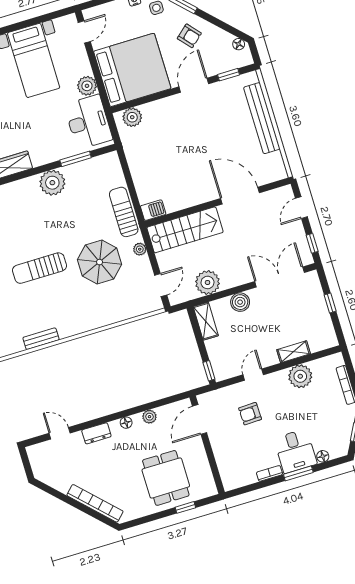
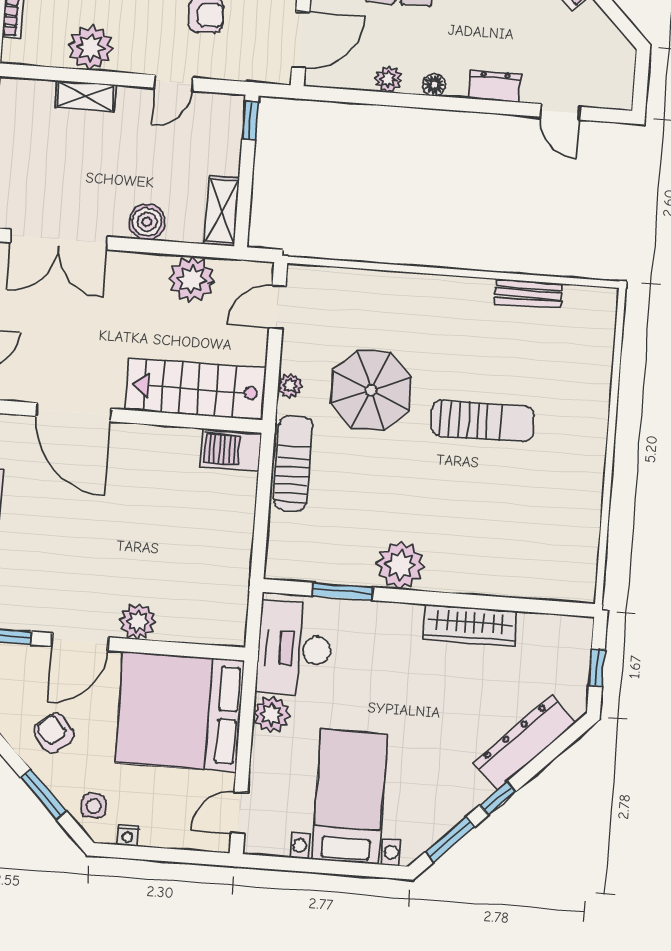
plant: (132, 117) -> (138, 621), moved
barbecue: (153, 210) -> (231, 450), width x1.38, depth x1.27
sun lounger: (124, 212) -> (293, 463), turned 180

